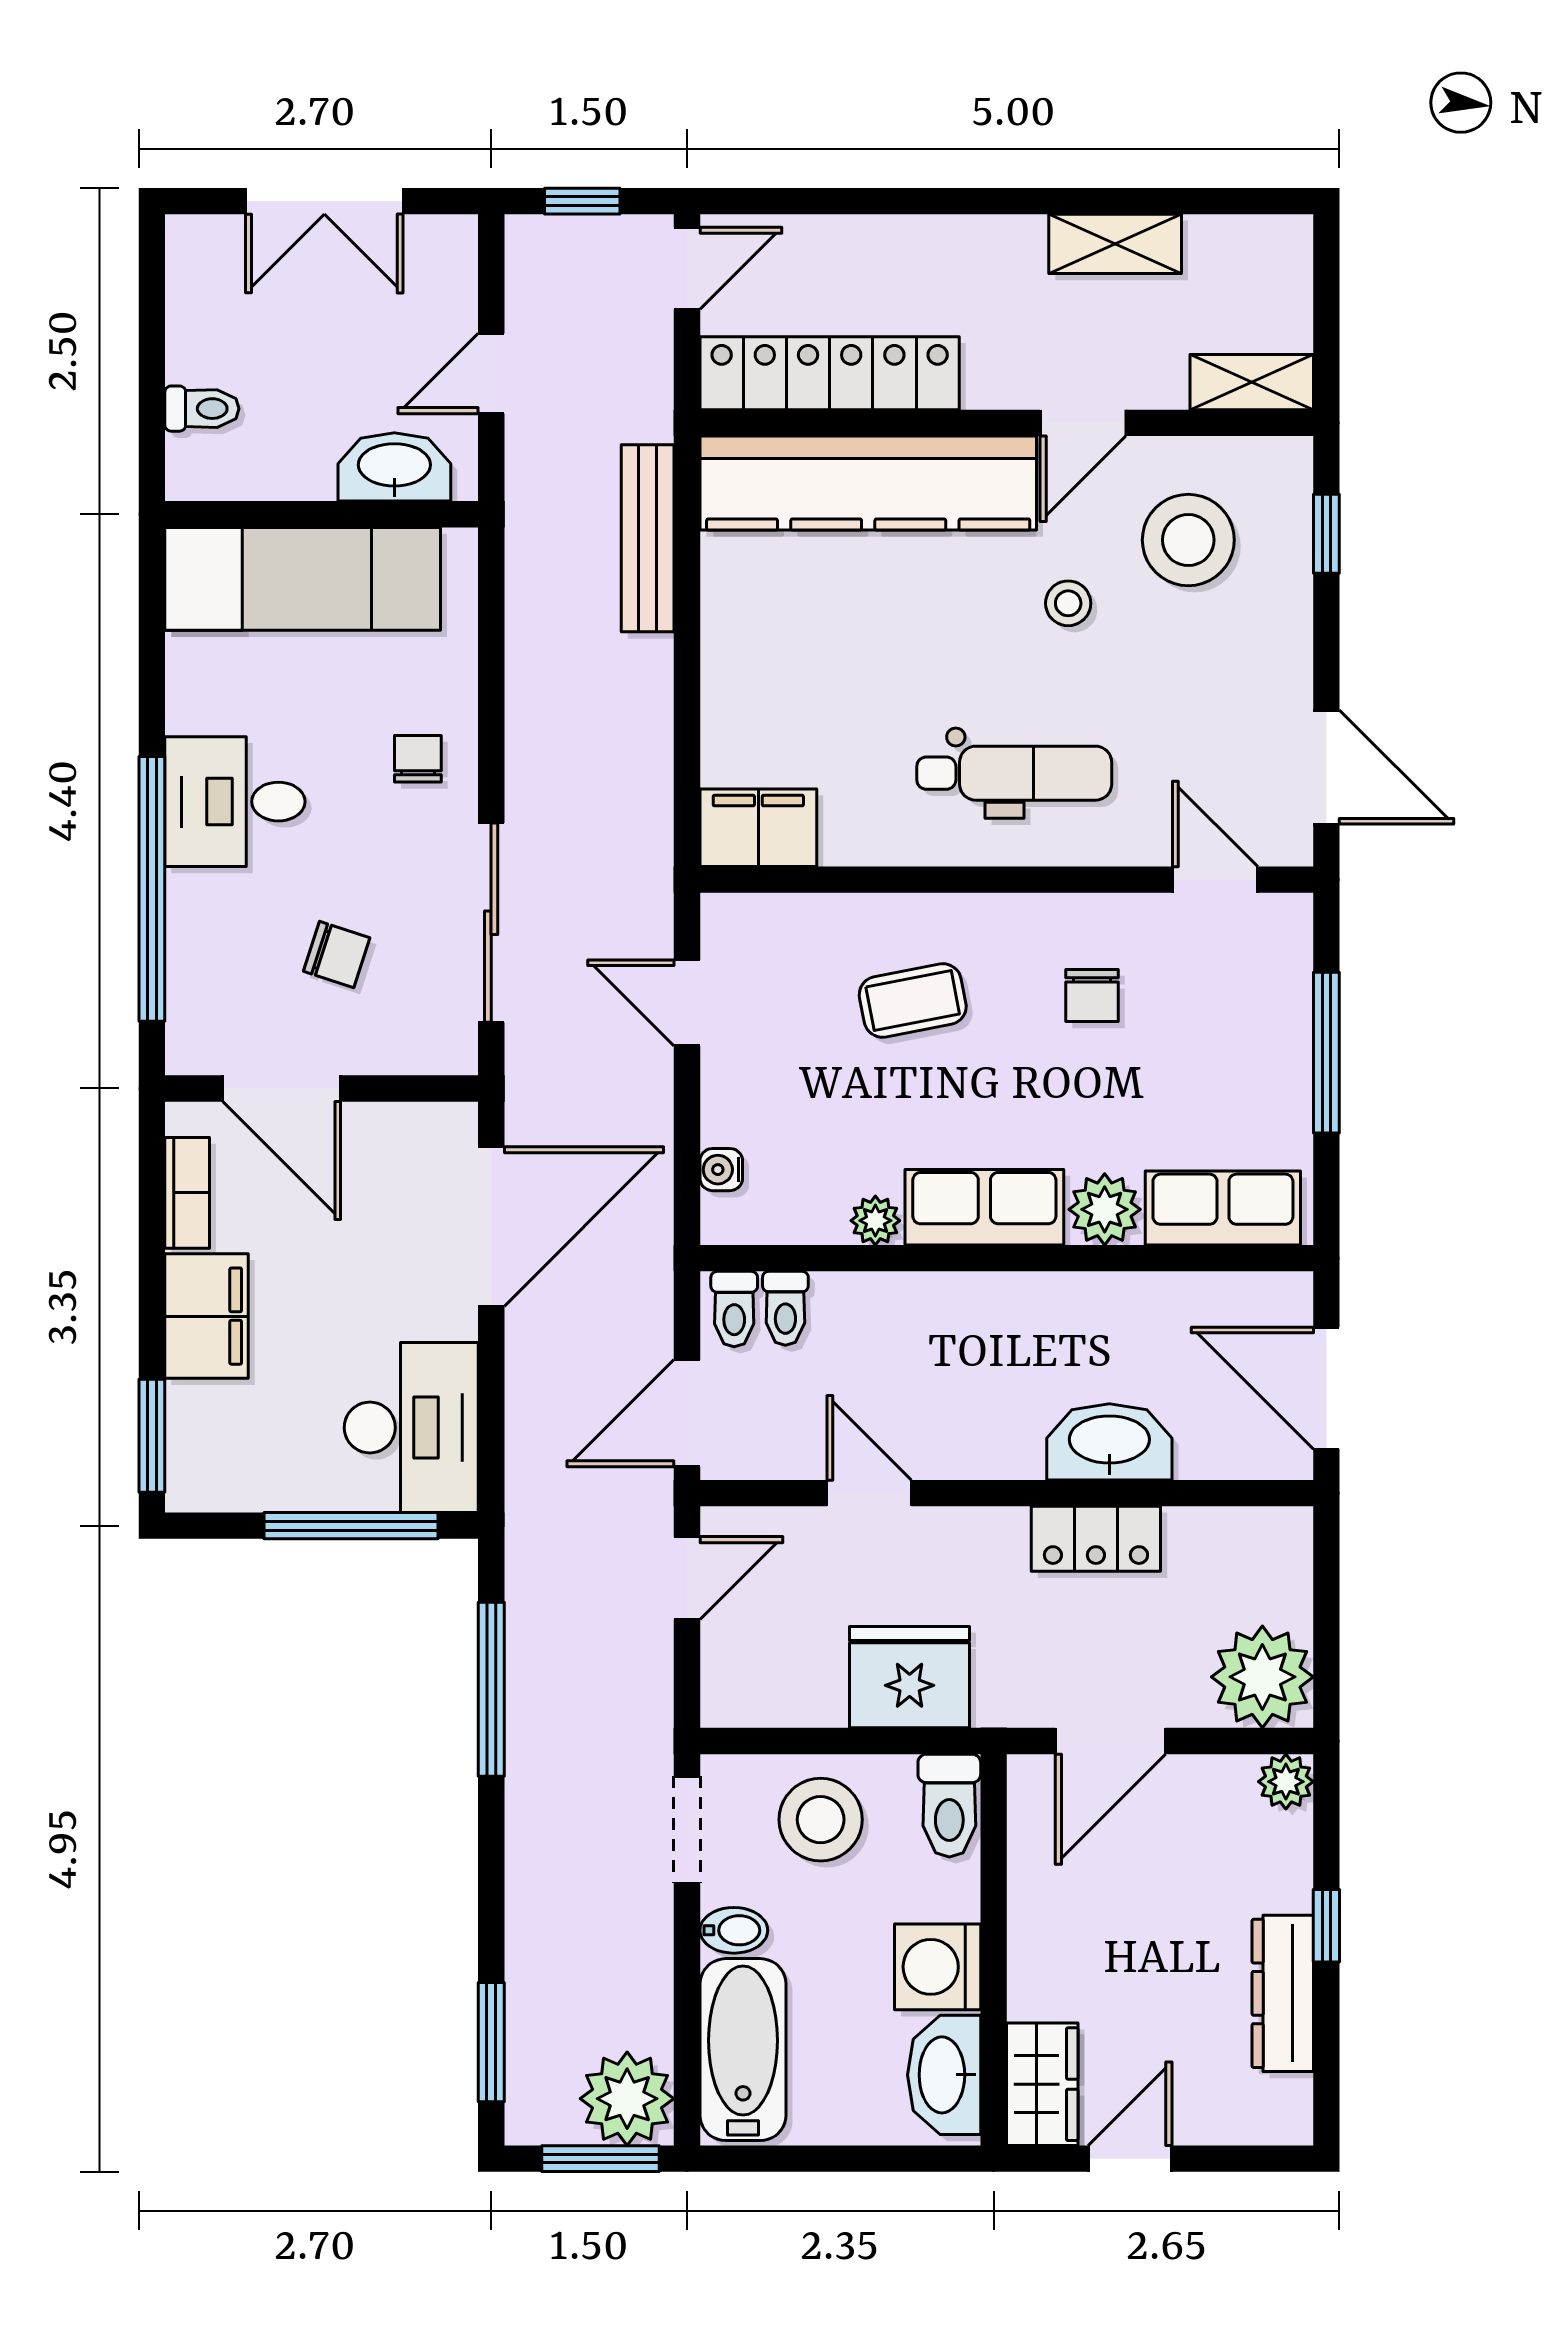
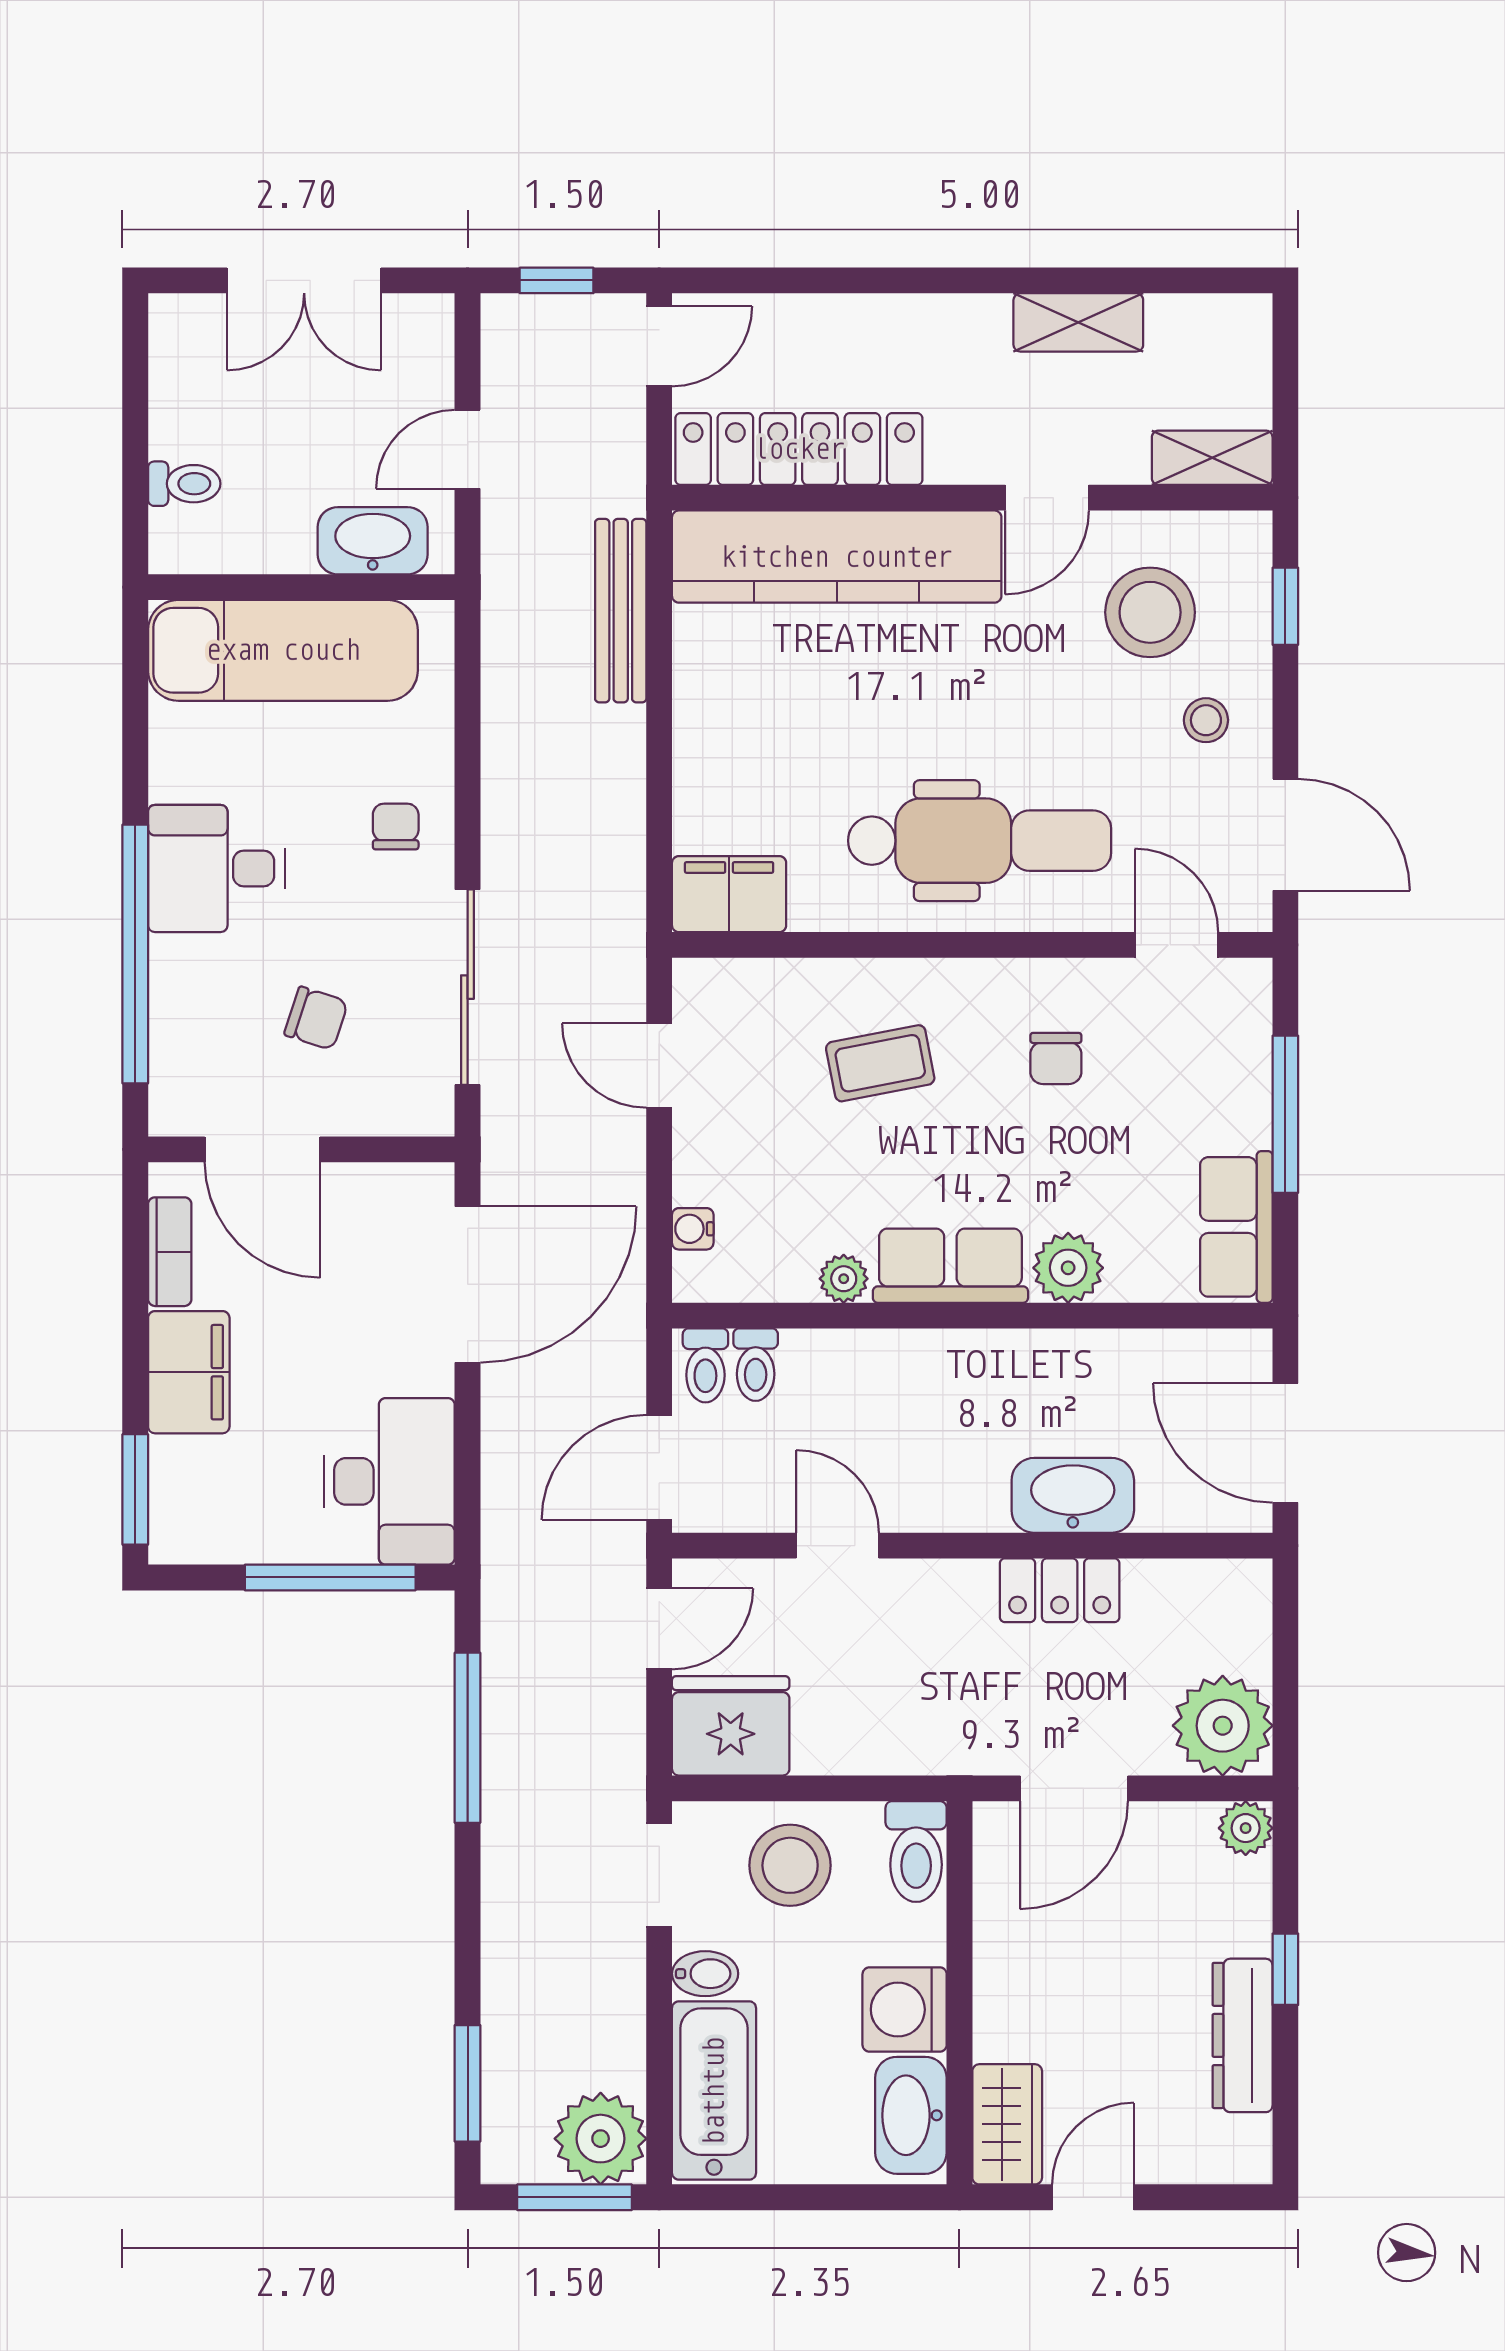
stool: (1068, 603) -> (1206, 720), moved
dental chair: (1014, 773) -> (980, 841), width x1.36, depth x1.38
row of seats: (1223, 1208) -> (1236, 1227), moved, turned -90
fridge: (910, 1677) -> (731, 1726), moved

